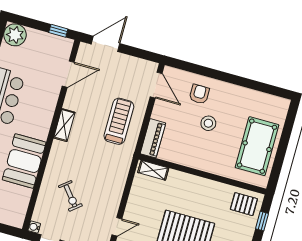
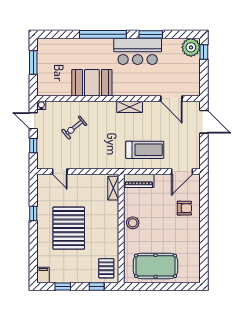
window: (58, 31) -> (204, 52), moved
stool: (208, 123) -> (133, 223), moved

